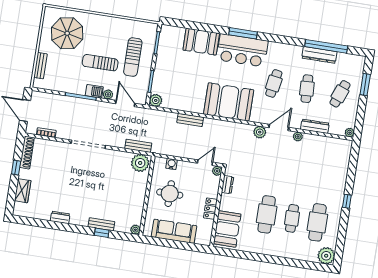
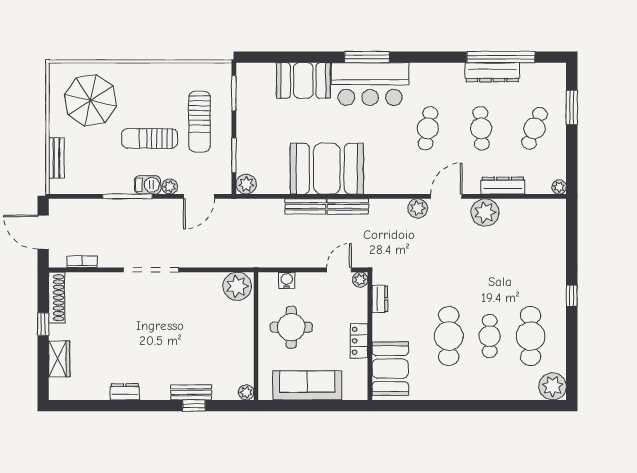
booth: (229, 102) -> (327, 169), moved
door: (125, 103) -> (199, 196), swing flipped
plant: (298, 137) -> (485, 212), width x1.87, depth x1.87
bench: (138, 146) -> (348, 206), moved

